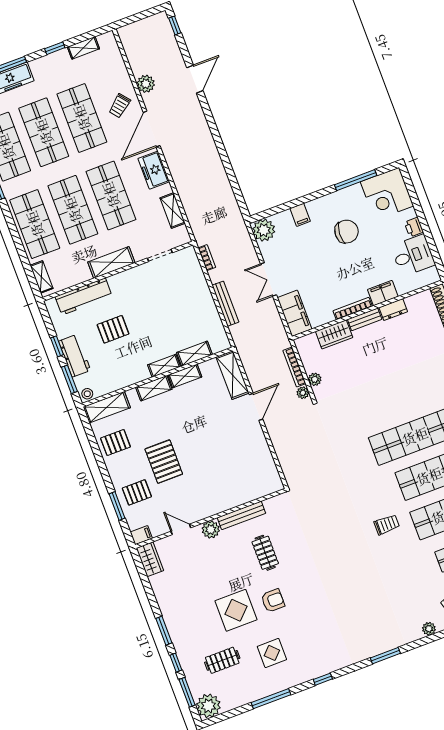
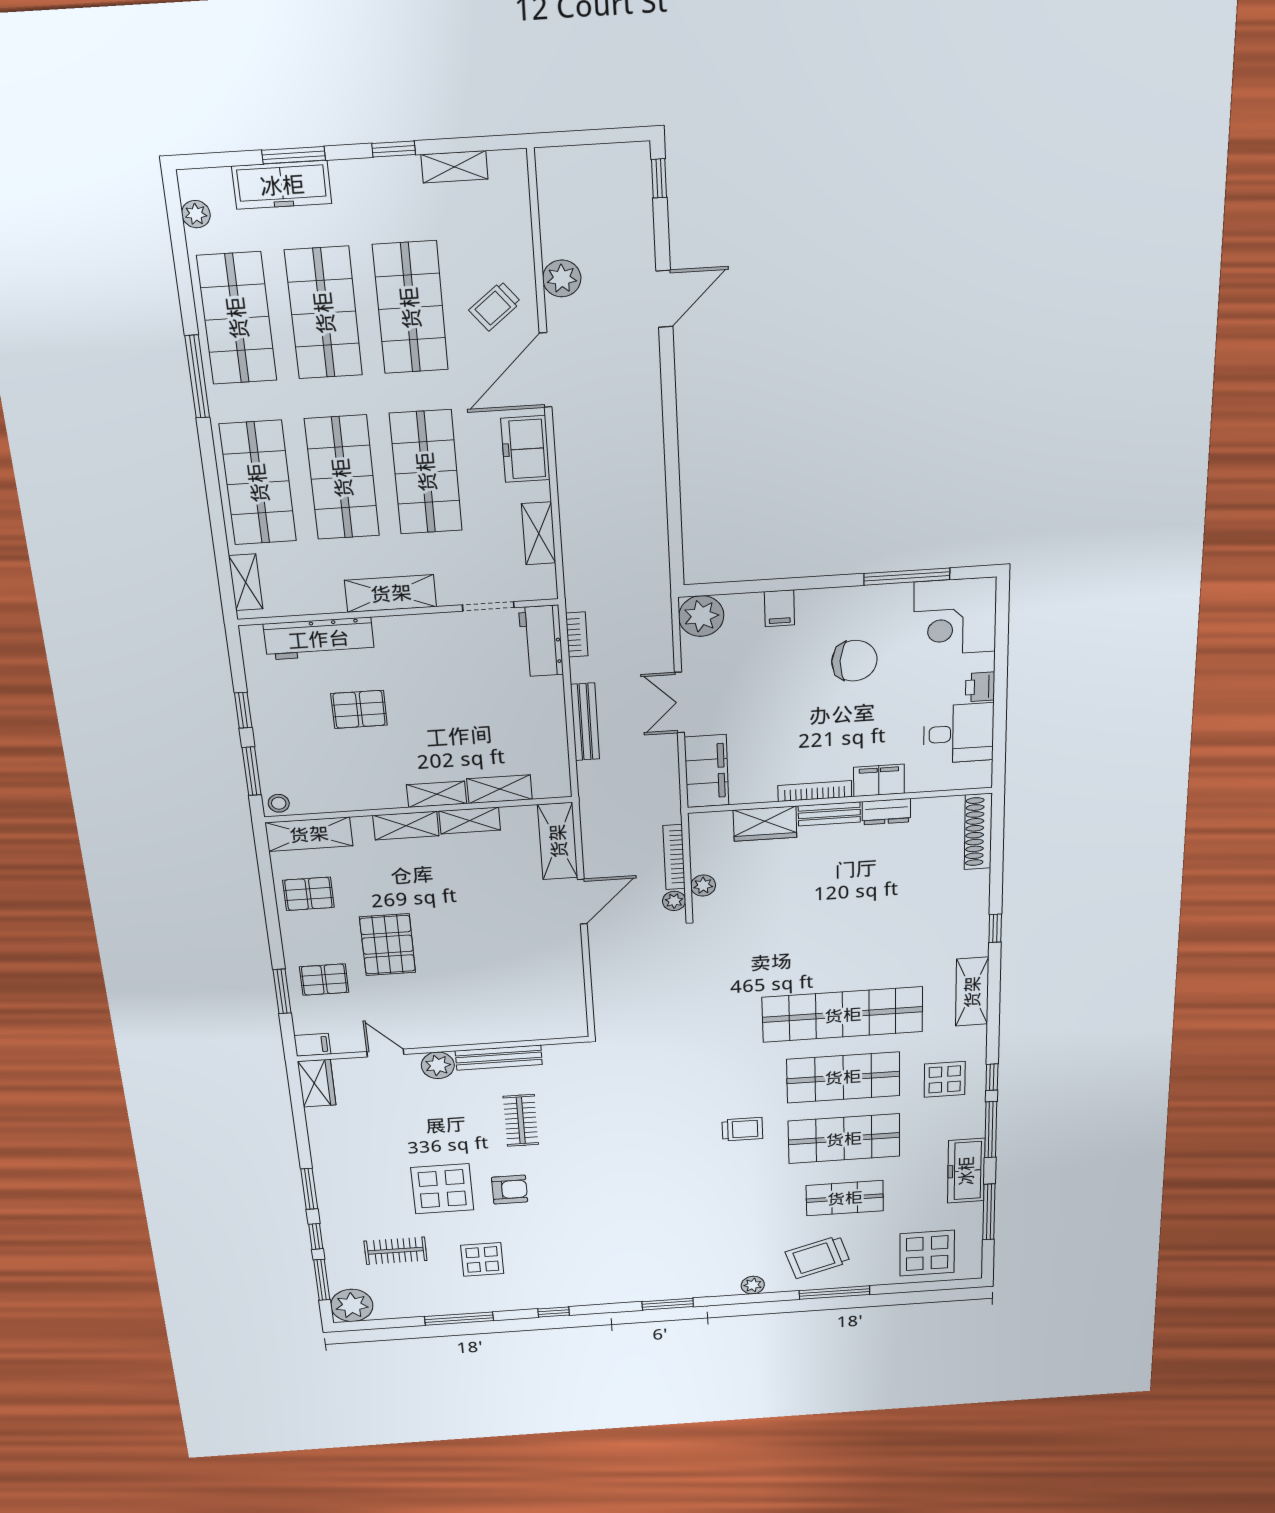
workbench: (75, 356) -> (541, 641), moved, turned 180

